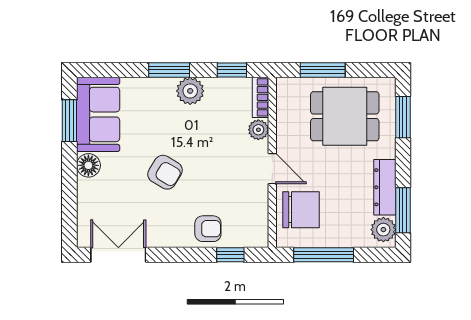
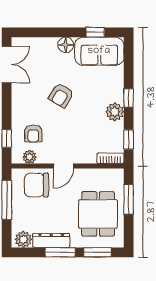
window: (169, 70) -> (129, 98), width x0.67
window: (69, 121) -> (95, 32), width x0.67
plant: (258, 130) -> (30, 157), moved
chair: (301, 210) -> (36, 185), turned 90
window: (403, 210) -> (60, 252), moved
armchair: (208, 229) -> (33, 133), moved

